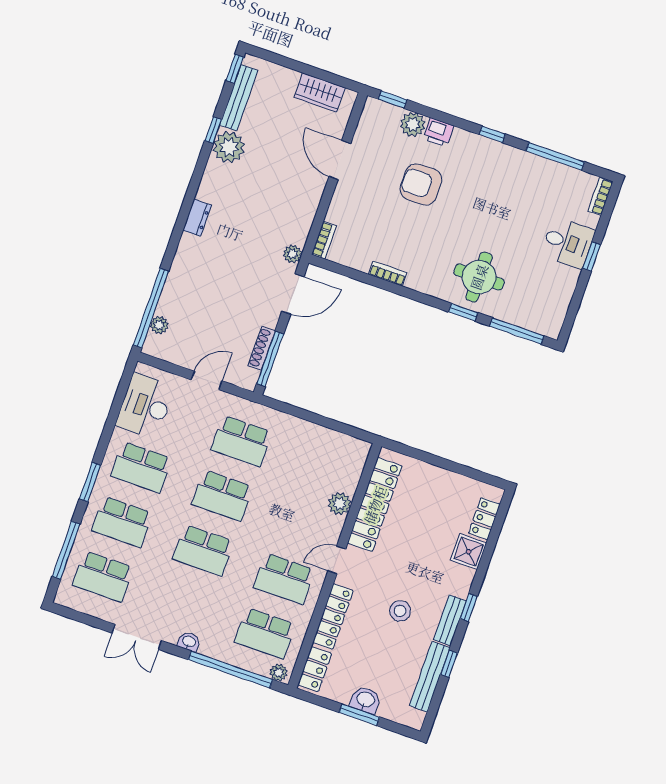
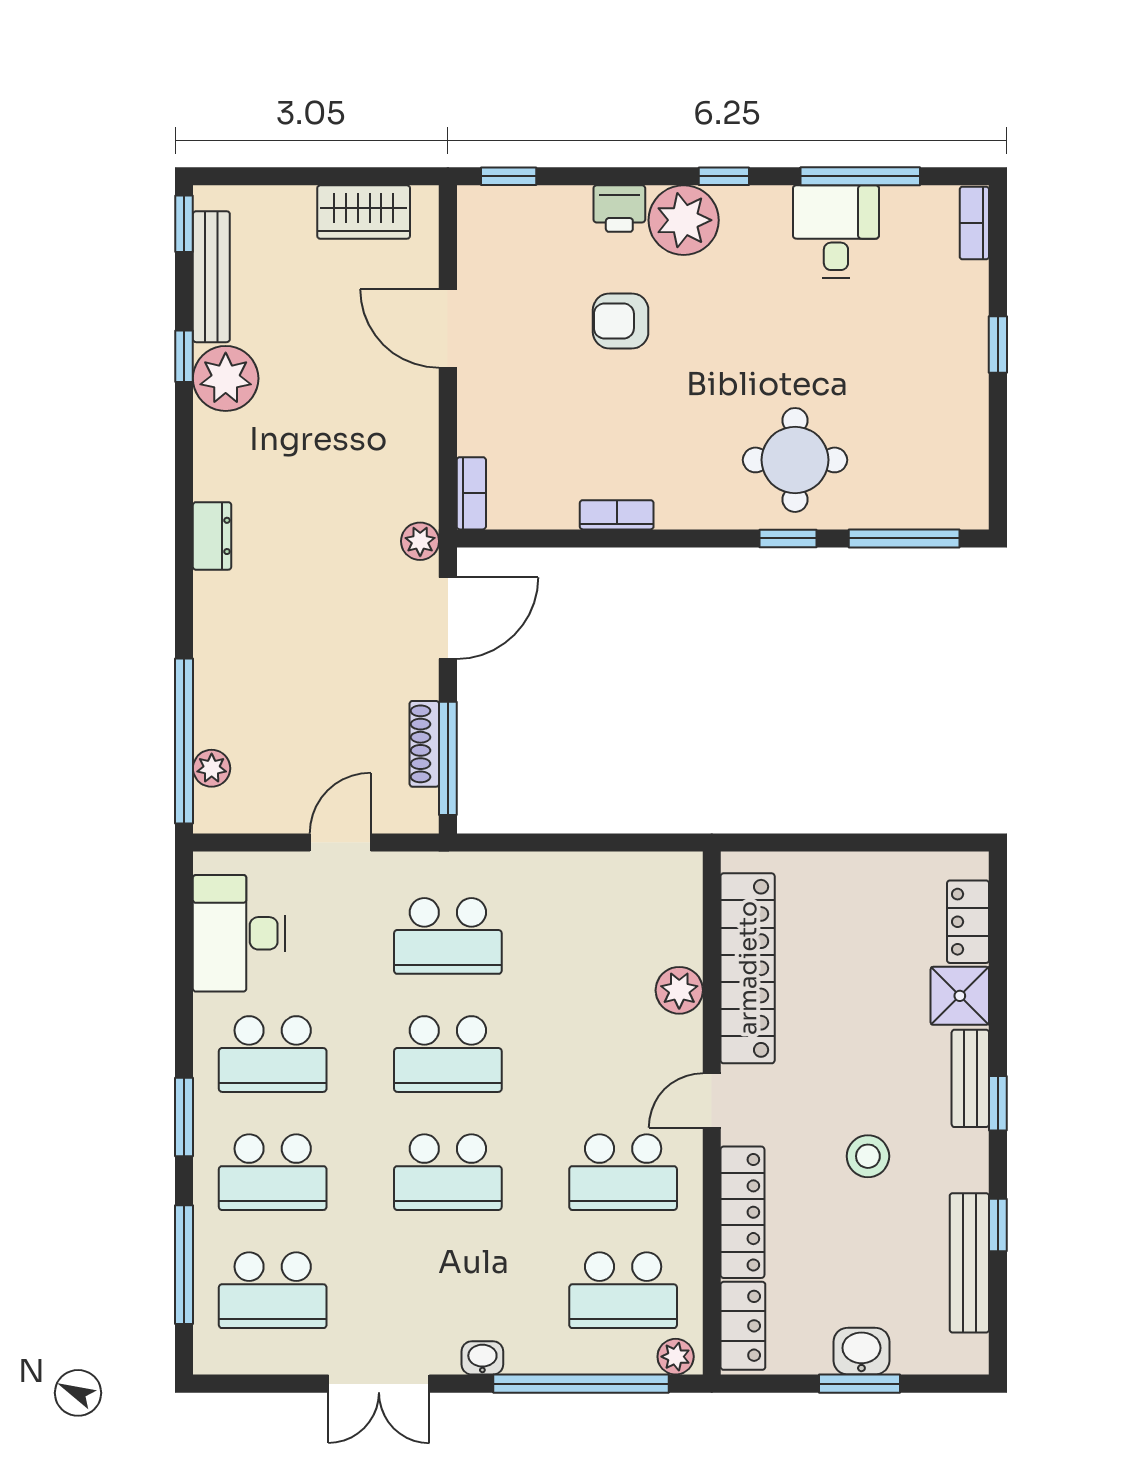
plant: (413, 124) -> (684, 220), moved, width x1.36, depth x1.36
armchair: (421, 184) -> (621, 321), width x0.72, depth x0.72
desk: (568, 243) -> (836, 231), moved, turned -90
bench: (450, 620) -> (970, 1078), moved

